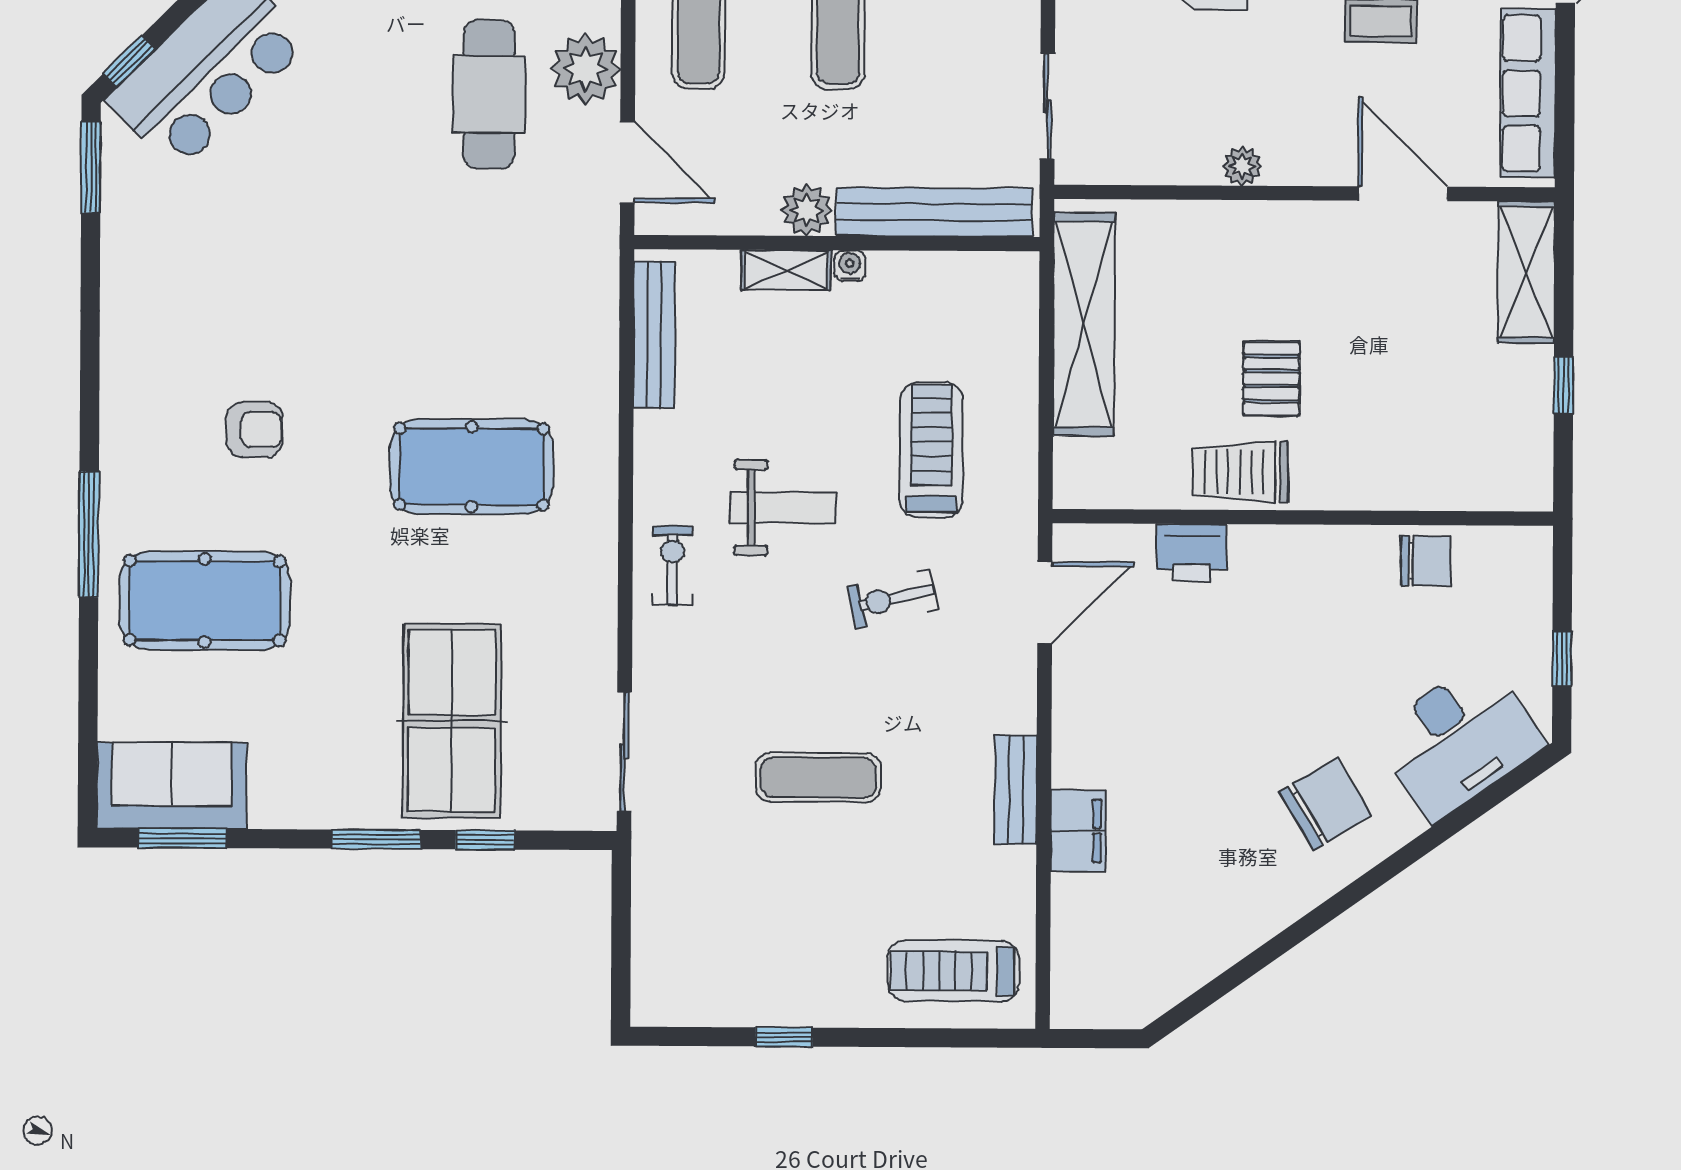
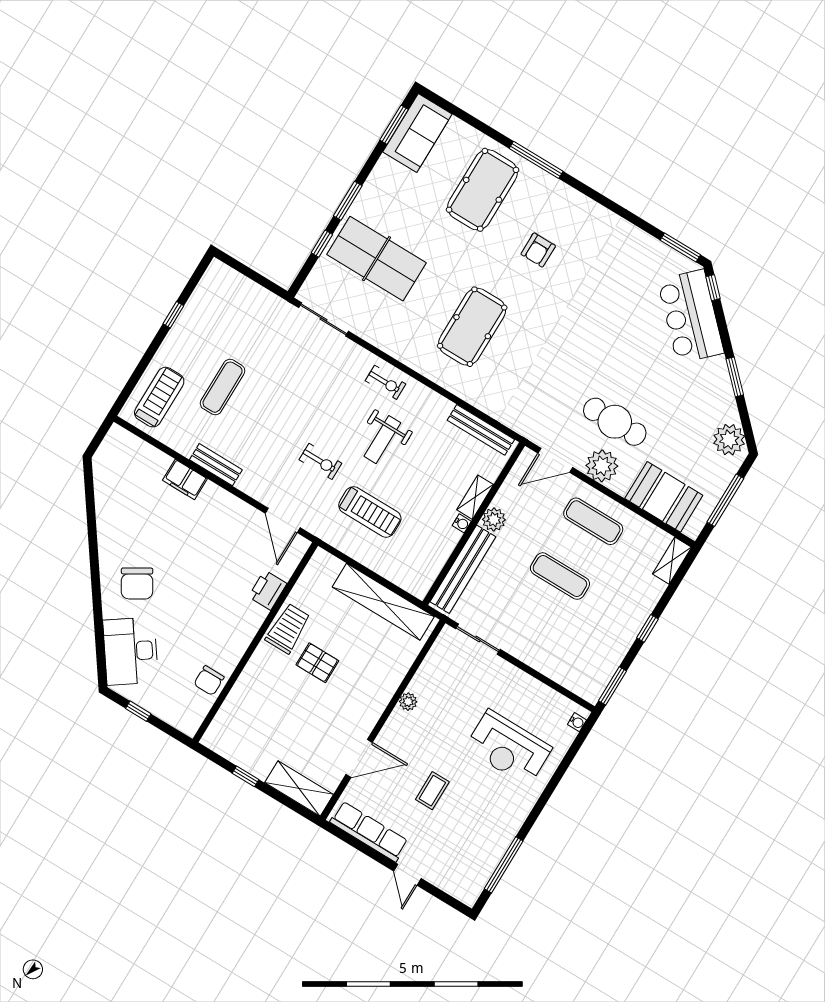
exercise bike: (893, 598) -> (320, 461), turned 103
exercise mat: (818, 777) -> (223, 387), moved

